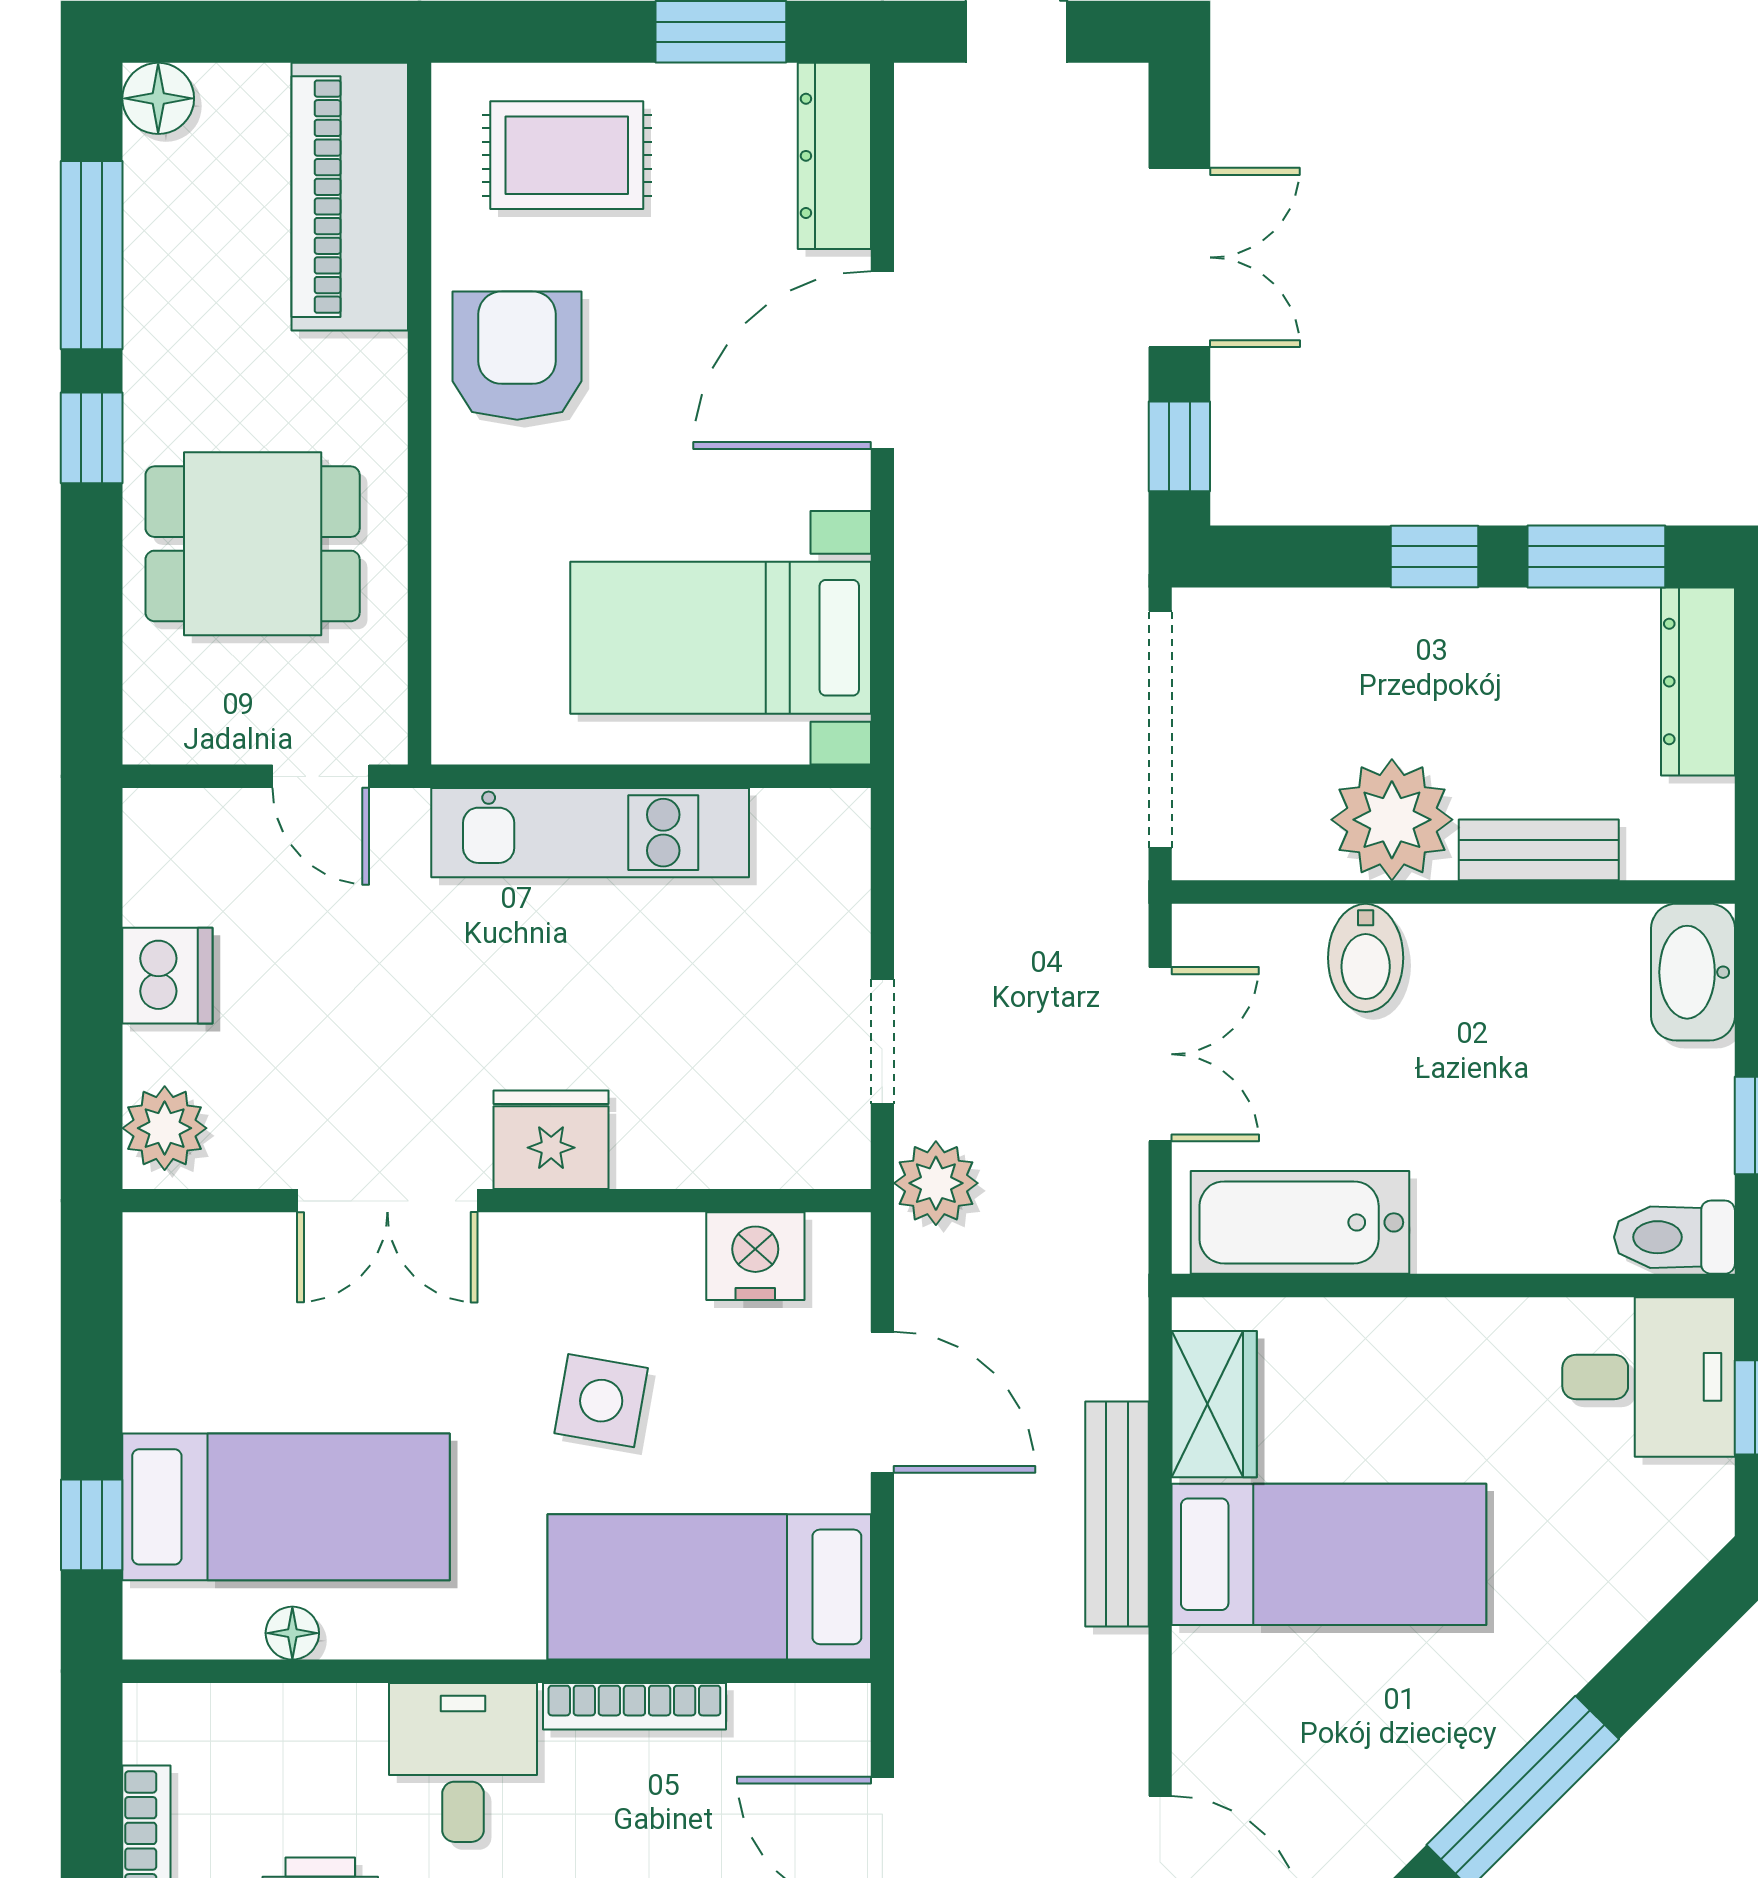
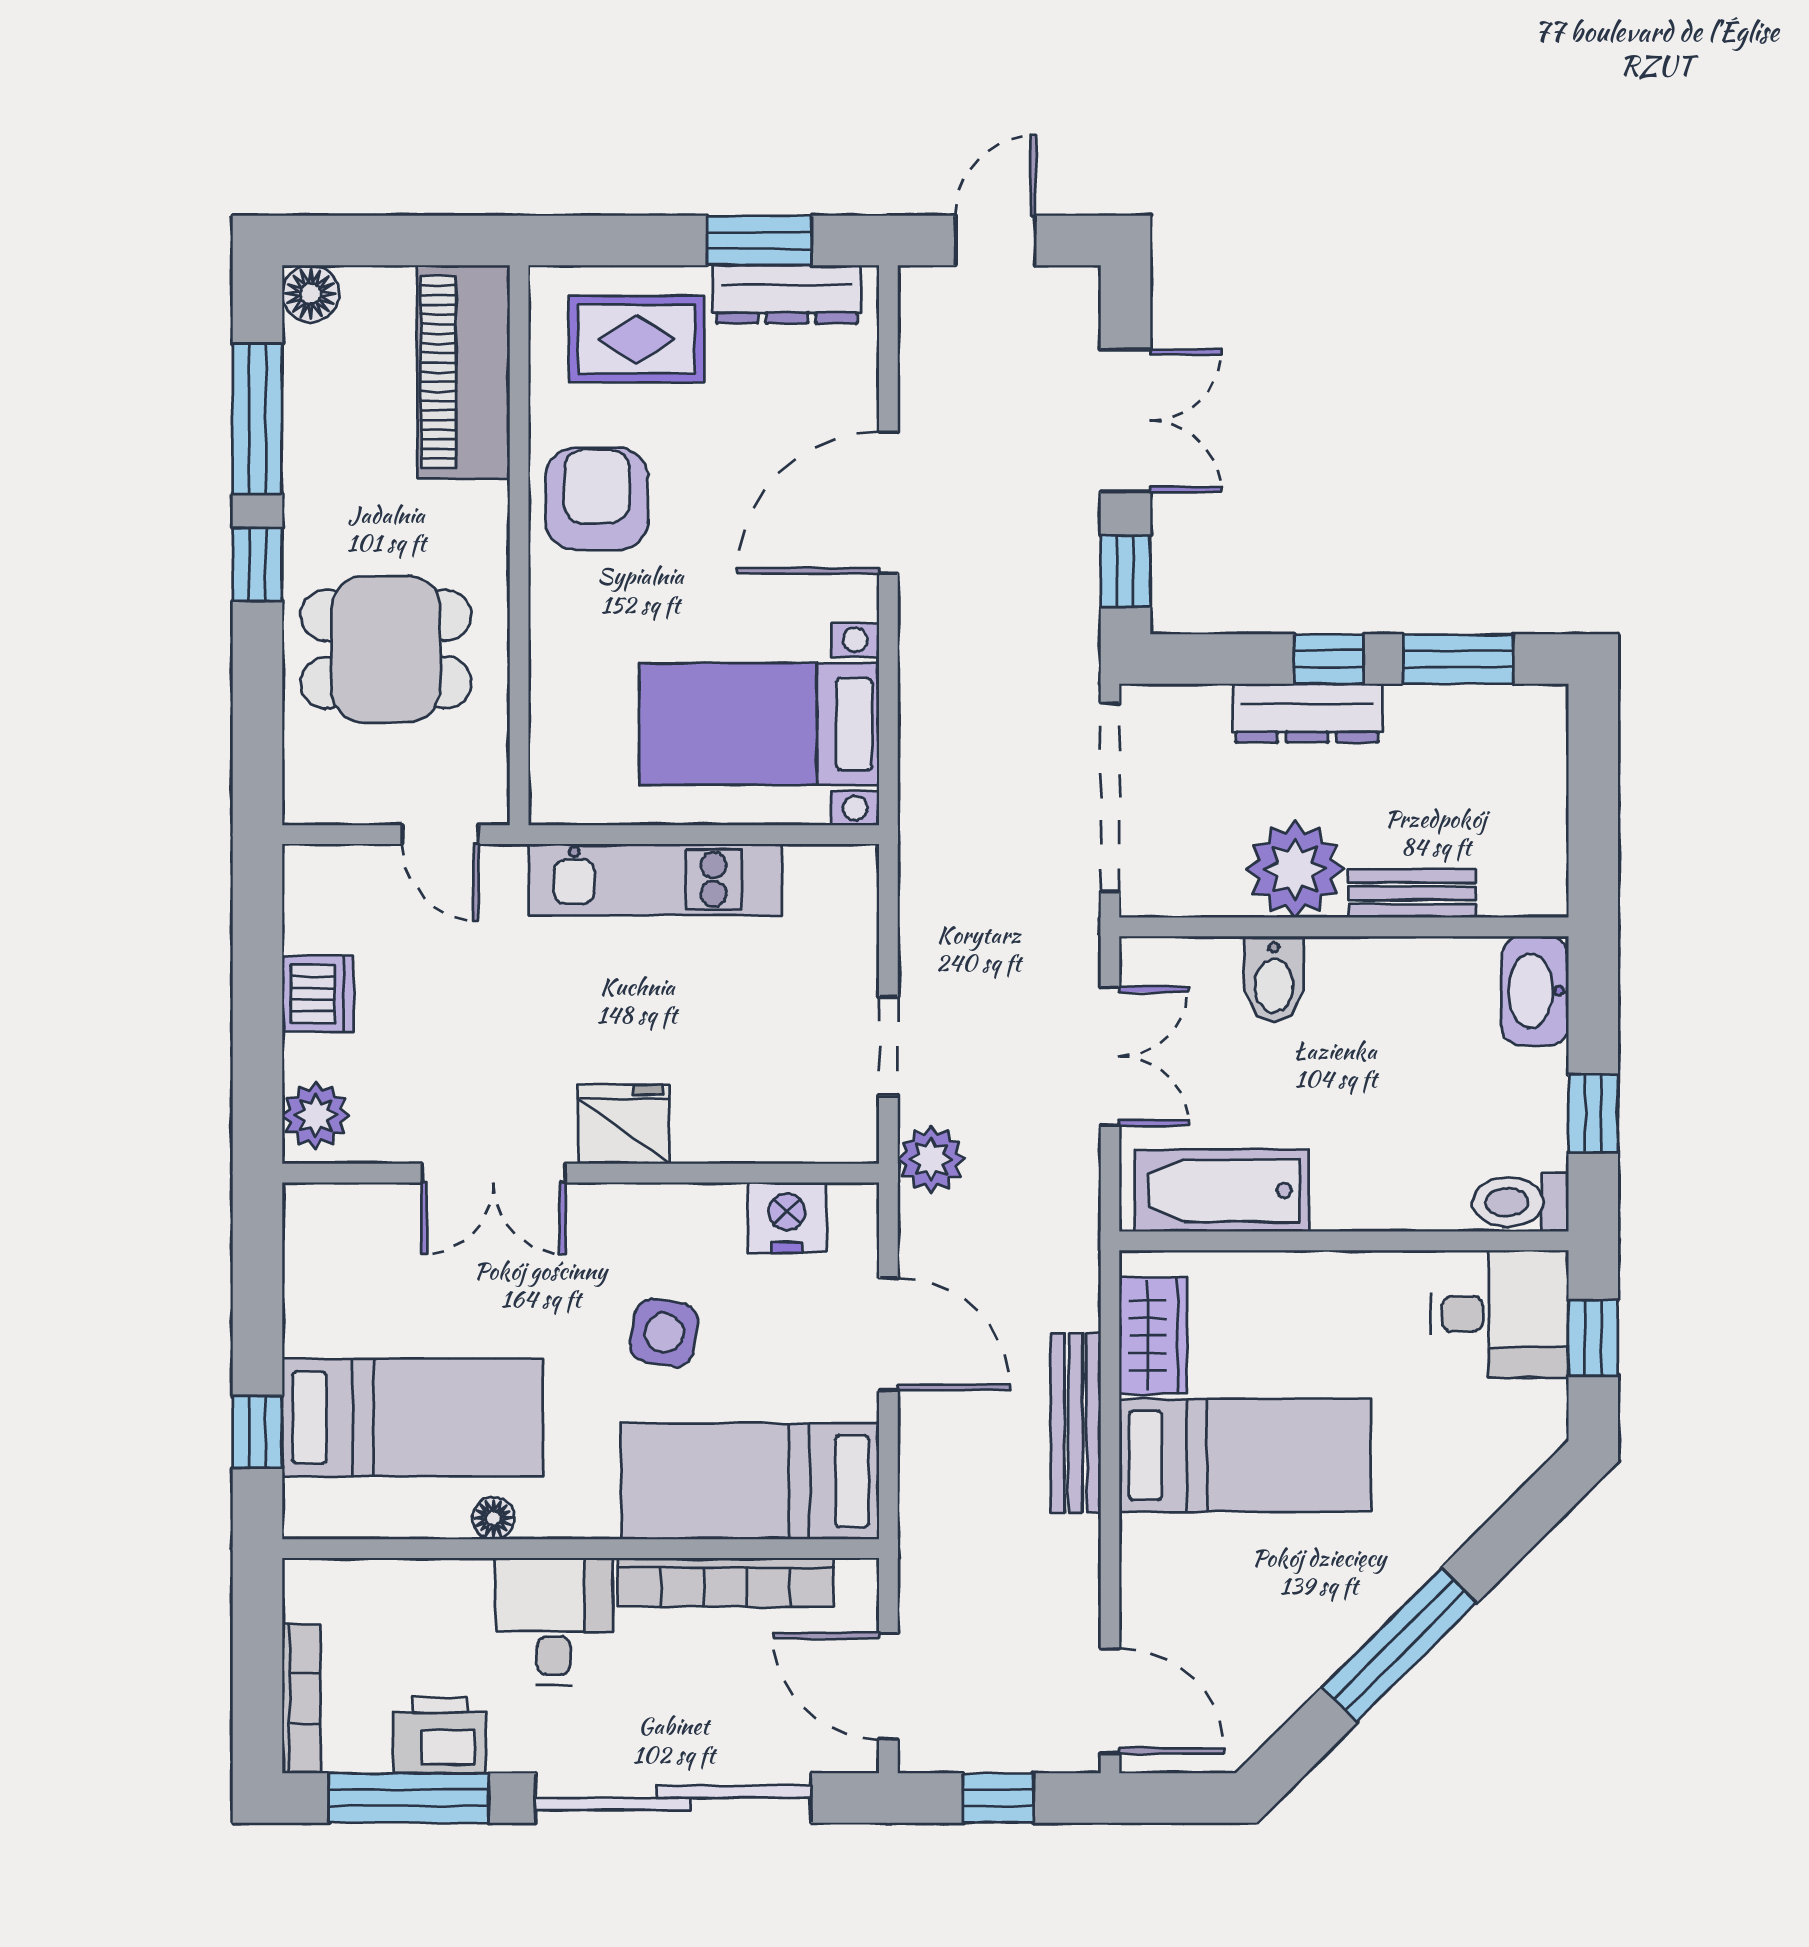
dresser: (834, 156) -> (787, 294), moved, turned -90
dresser: (1698, 681) -> (1307, 713), moved, turned -90
floor lamp: (292, 1633) -> (493, 1518), moved
bookcase: (634, 1706) -> (726, 1582), width x1.48, depth x1.31

